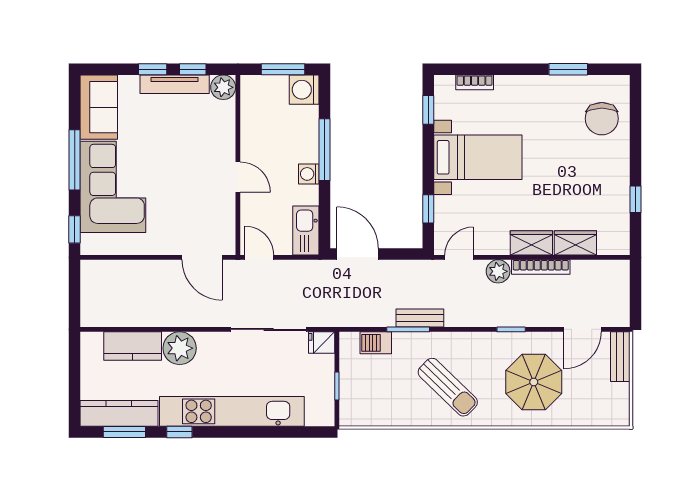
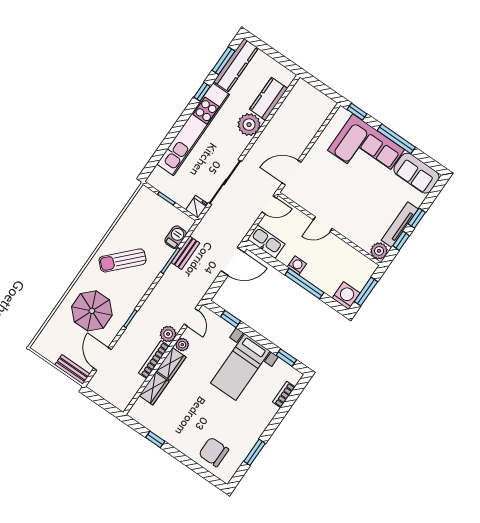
plant: (499, 246) -> (182, 345), added
bench: (420, 318) -> (185, 253), moved

